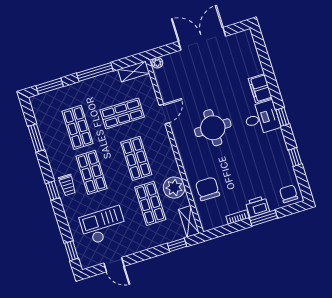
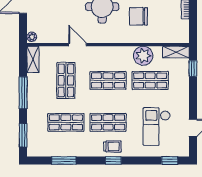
chair: (208, 189) -> (138, 16), moved

